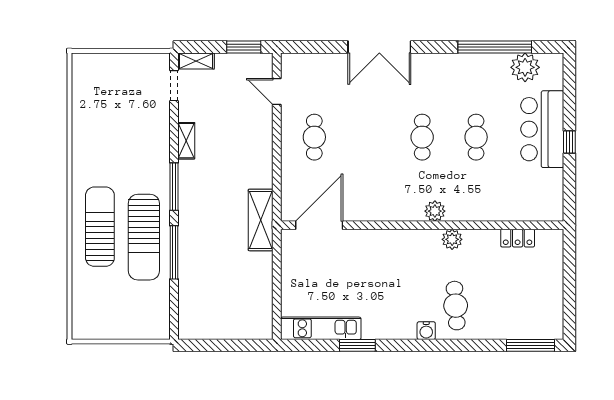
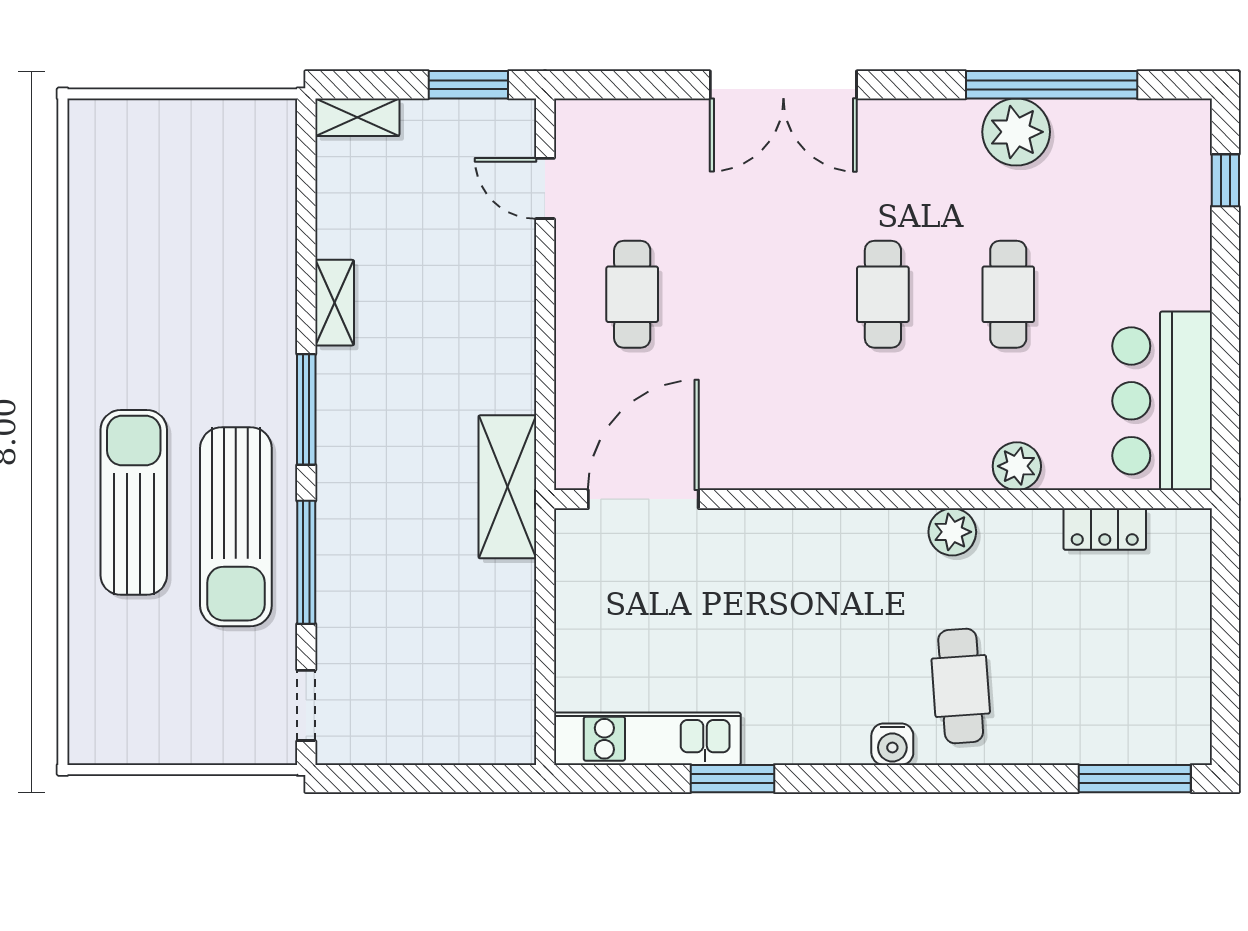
plant: (525, 67) -> (1016, 132), moved
doorway: (174, 86) -> (306, 705), moved
bar counter: (542, 129) -> (1162, 401), moved
window: (569, 142) -> (1225, 180), moved
plant: (435, 211) -> (1017, 466), moved

